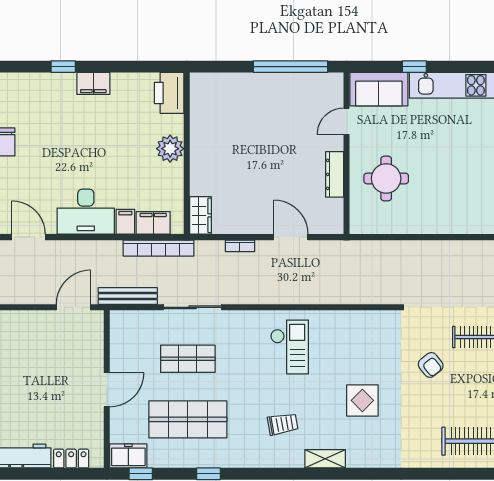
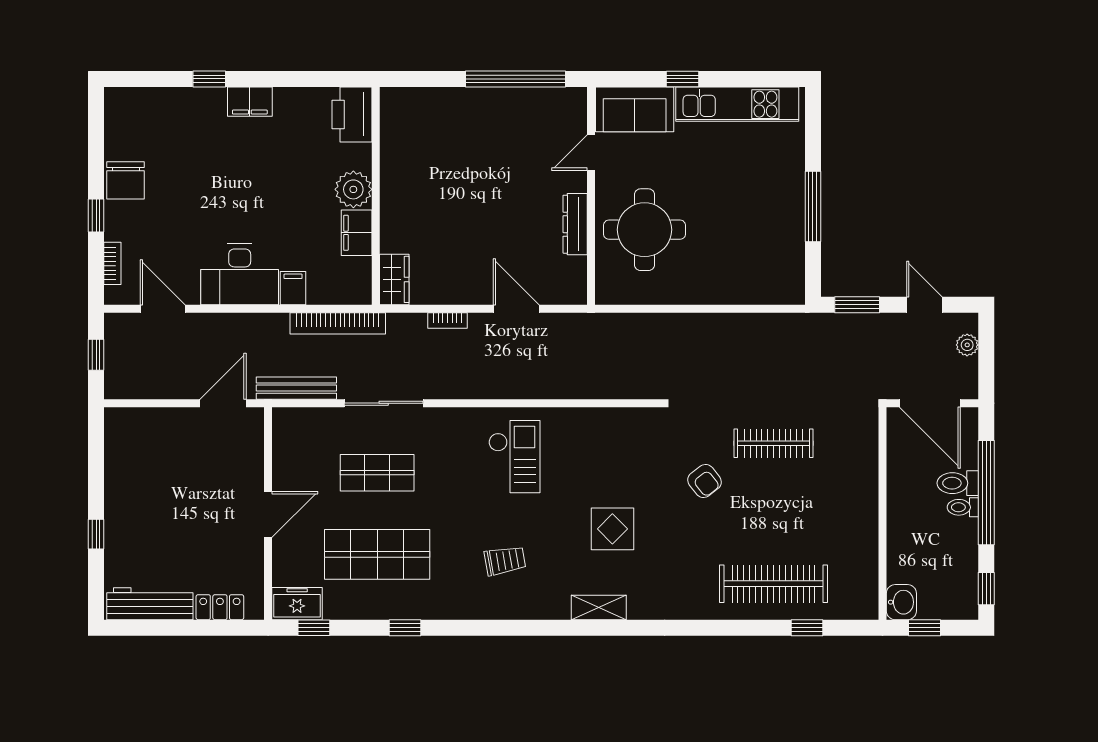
round table: (386, 178) -> (644, 230), width x1.36, depth x1.36
filing cabinet: (153, 223) -> (357, 233), moved, turned -90
shelving: (325, 459) -> (599, 608), moved

